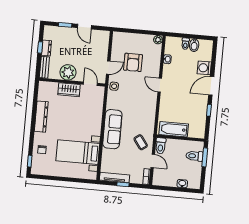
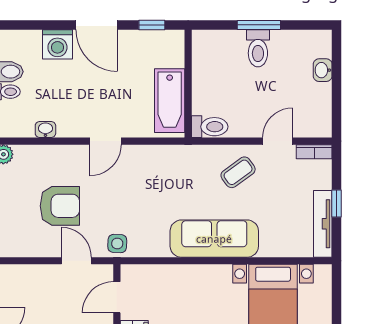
bathtub: (174, 129) -> (170, 101), moved
wall: (180, 138) -> (188, 84), moved
toilet: (161, 146) -> (210, 127), moved

